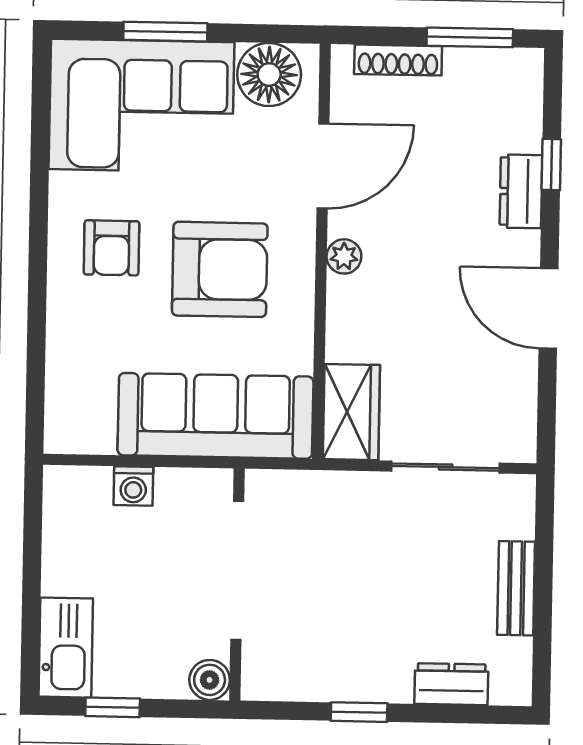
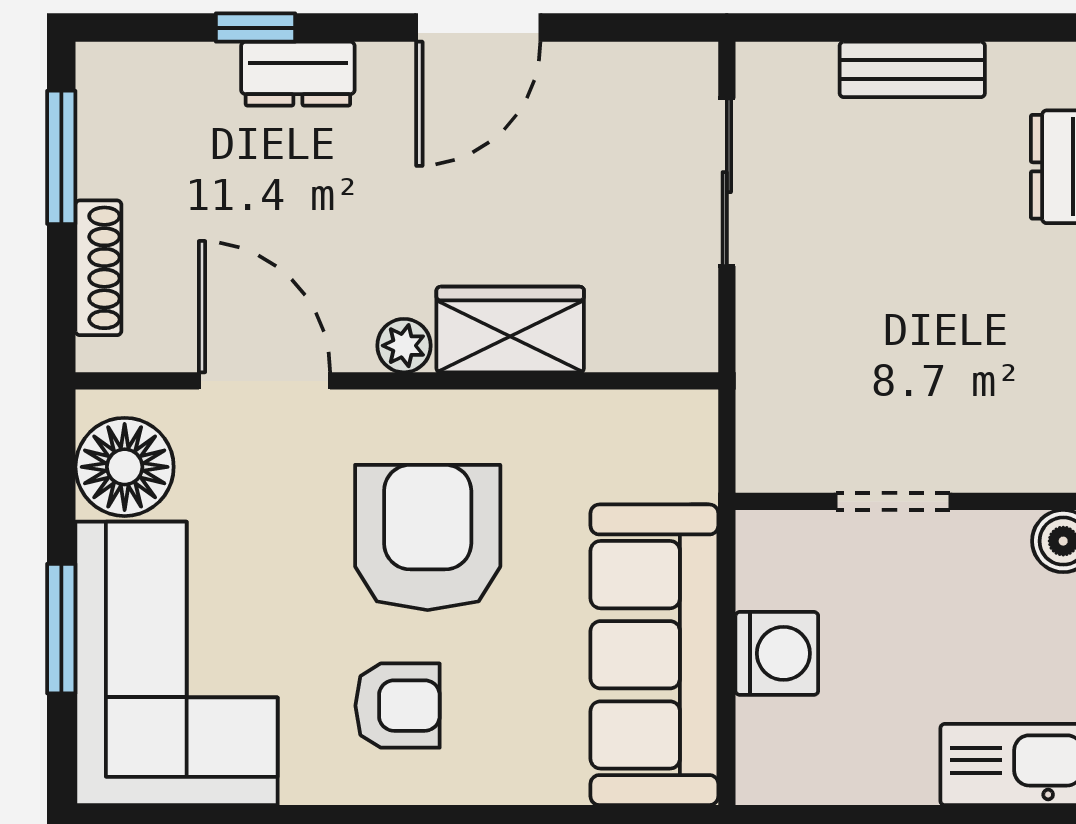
wardrobe: (351, 412) -> (510, 330), moved
sofa: (215, 416) -> (654, 655), moved
washing machine: (133, 486) -> (777, 653), width x1.38, depth x1.38
doorway: (237, 570) -> (893, 501), width x0.53

